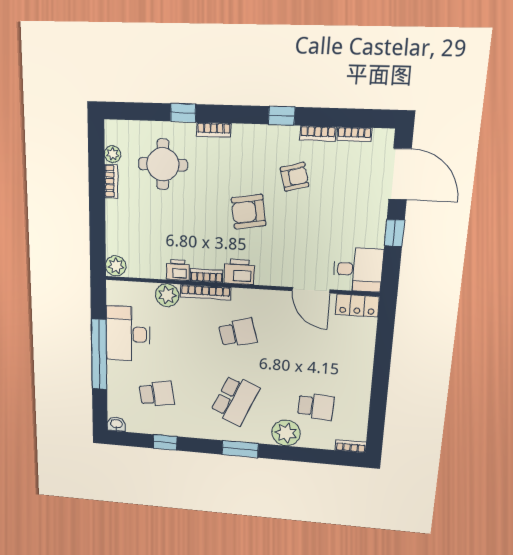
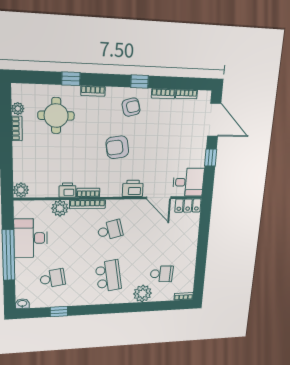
armchair: (295, 177) -> (131, 107), moved
printer: (239, 272) -> (133, 188), moved
school desk: (235, 400) -> (108, 276), turned -33
window: (240, 449) -> (112, 309), removed

